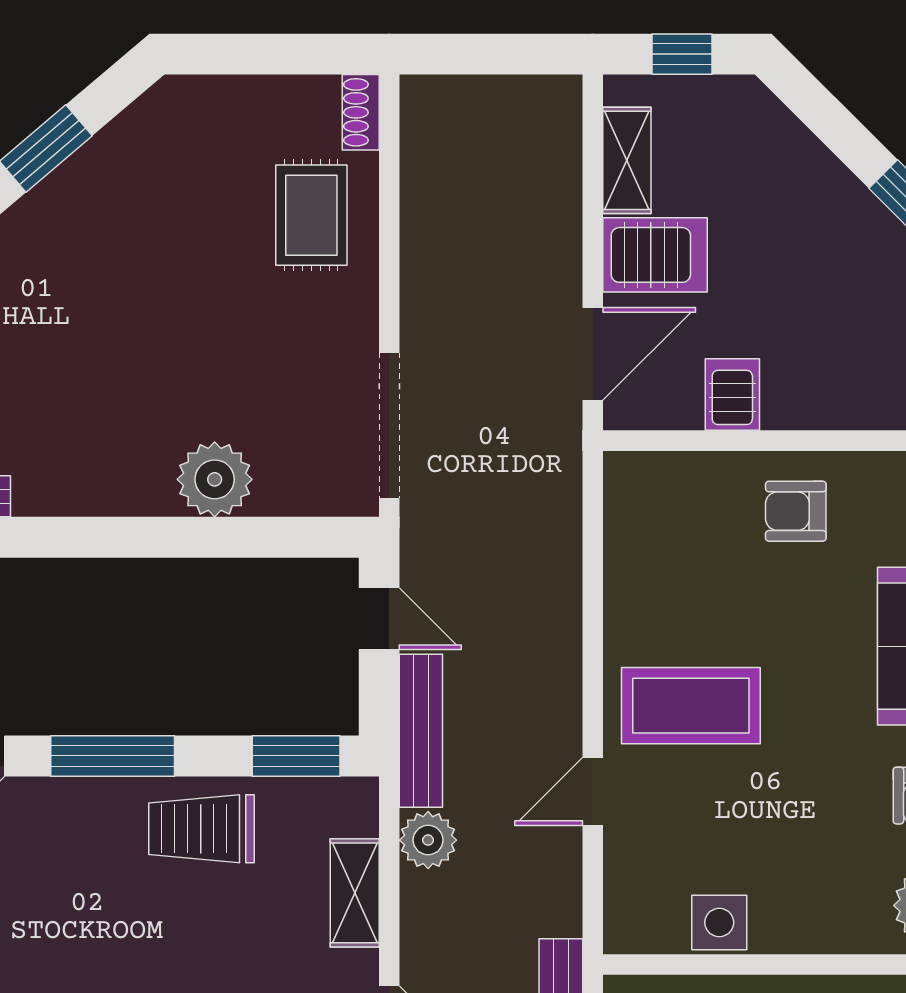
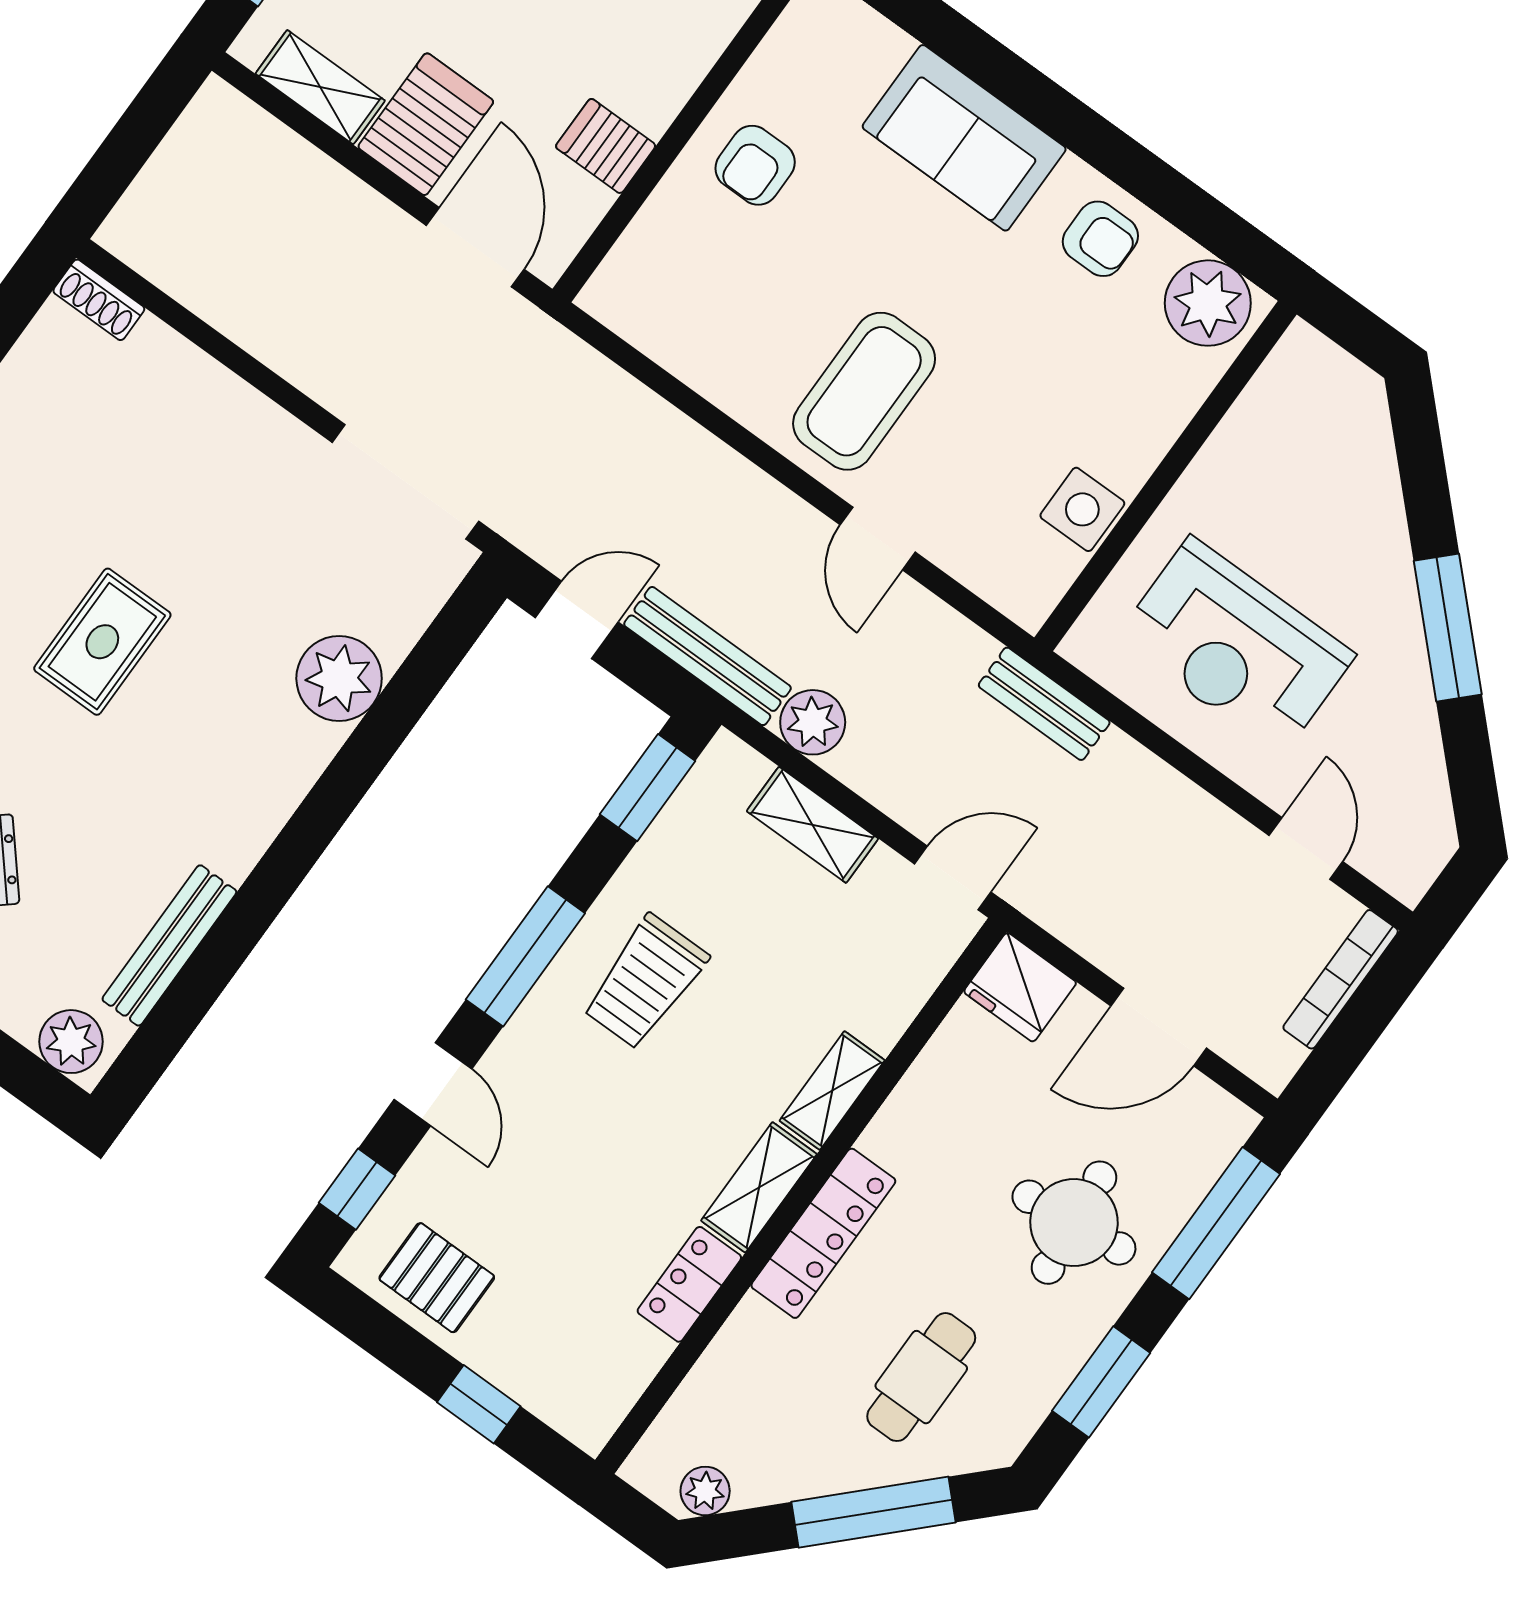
rug: (311, 215) -> (102, 642), moved, turned 90
trolley: (202, 829) -> (645, 982), moved

